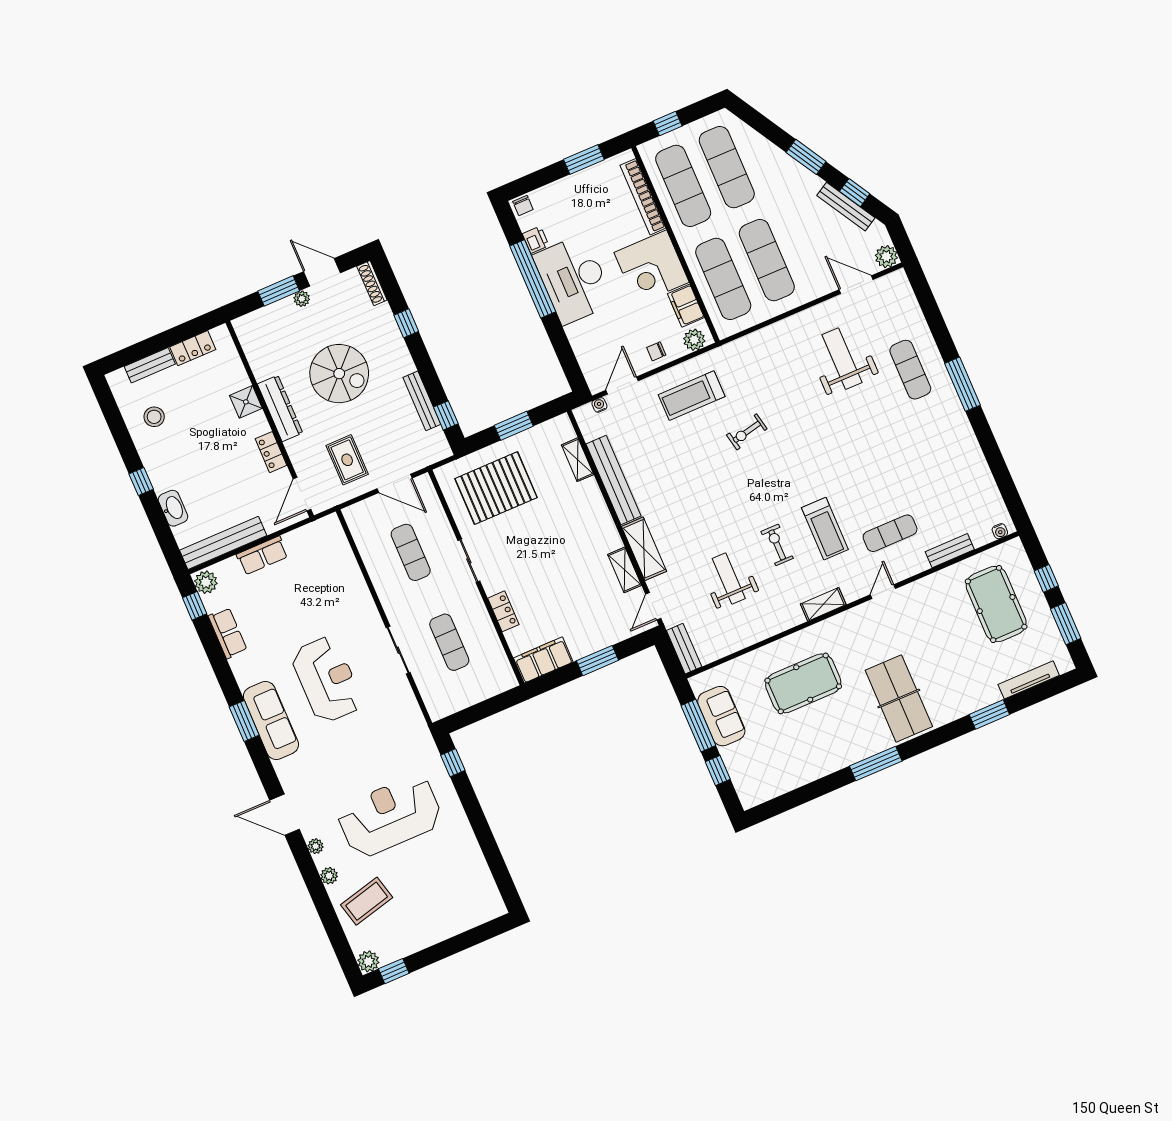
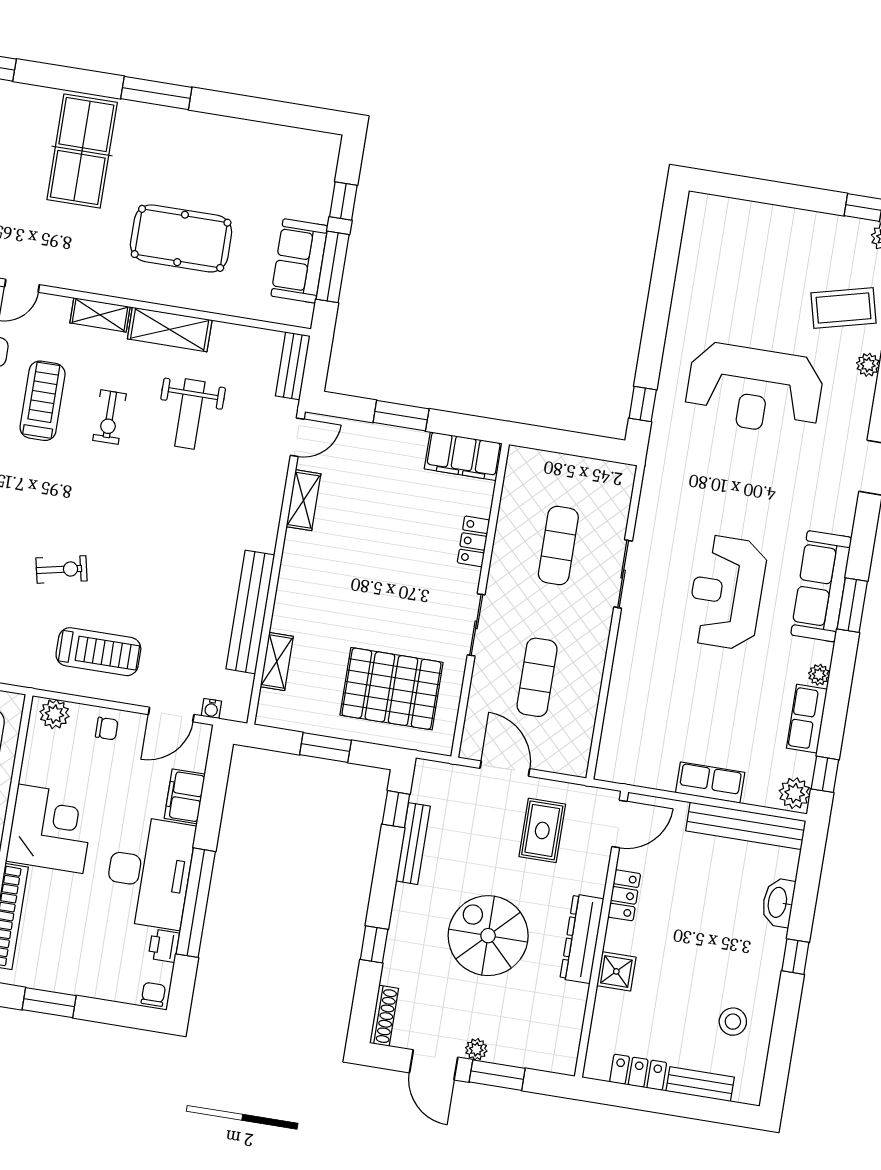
filing cabinet: (686, 306) -> (185, 796), moved, turned 180
shelving: (644, 549) -> (170, 329), moved, turned 90
plant: (316, 846) -> (819, 675), moved

